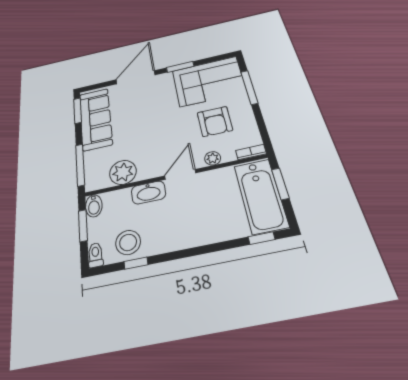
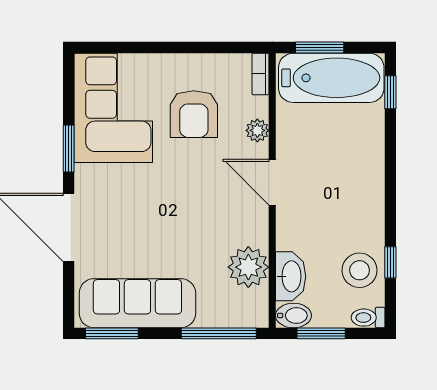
window: (249, 87) -> (144, 48), removed
armchair: (215, 121) -> (194, 114), turned 90
washbasin: (148, 192) -> (291, 276), moved

